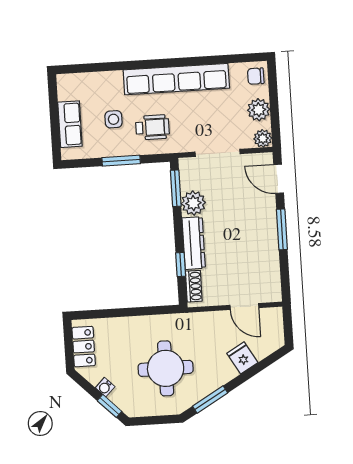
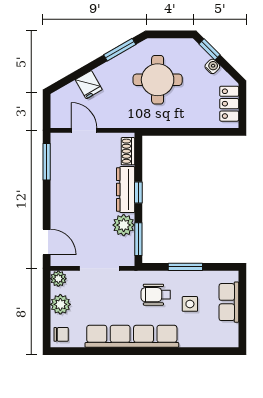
window: (282, 229) -> (47, 162), moved
window: (181, 265) -> (138, 193), moved

